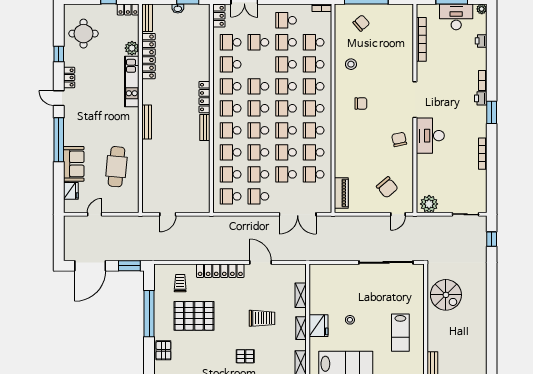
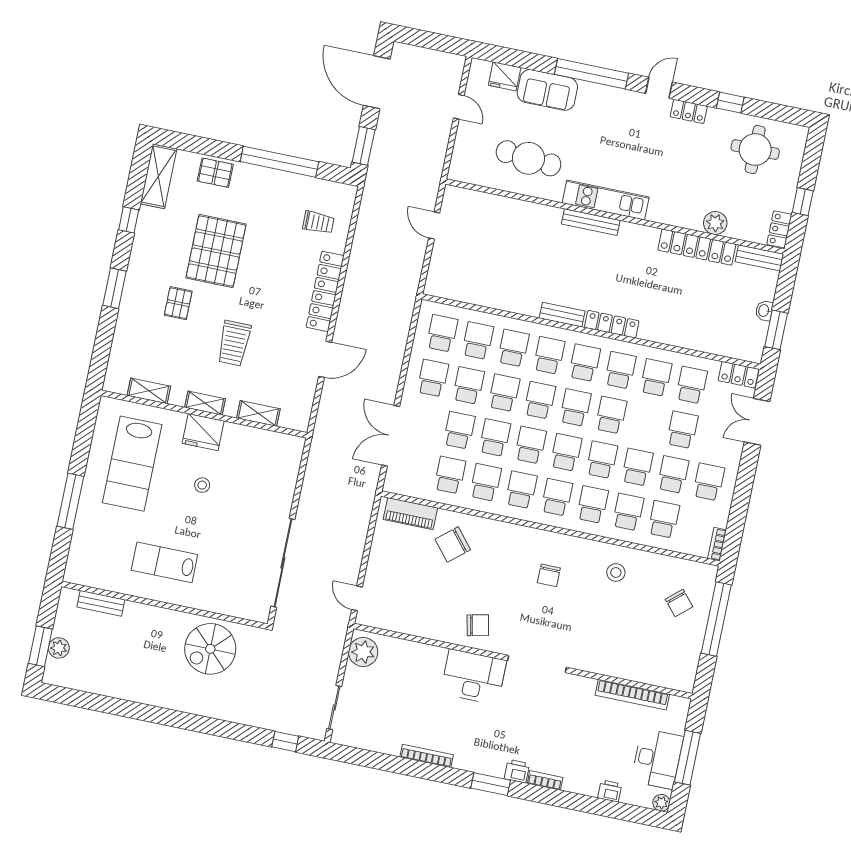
kitchen unit: (132, 82) -> (606, 200), moved
chair: (387, 187) -> (453, 544), moved
pallet: (194, 316) -> (216, 251), moved

